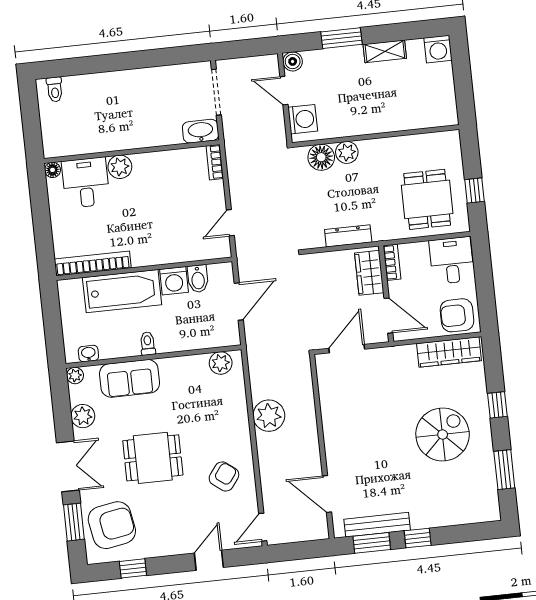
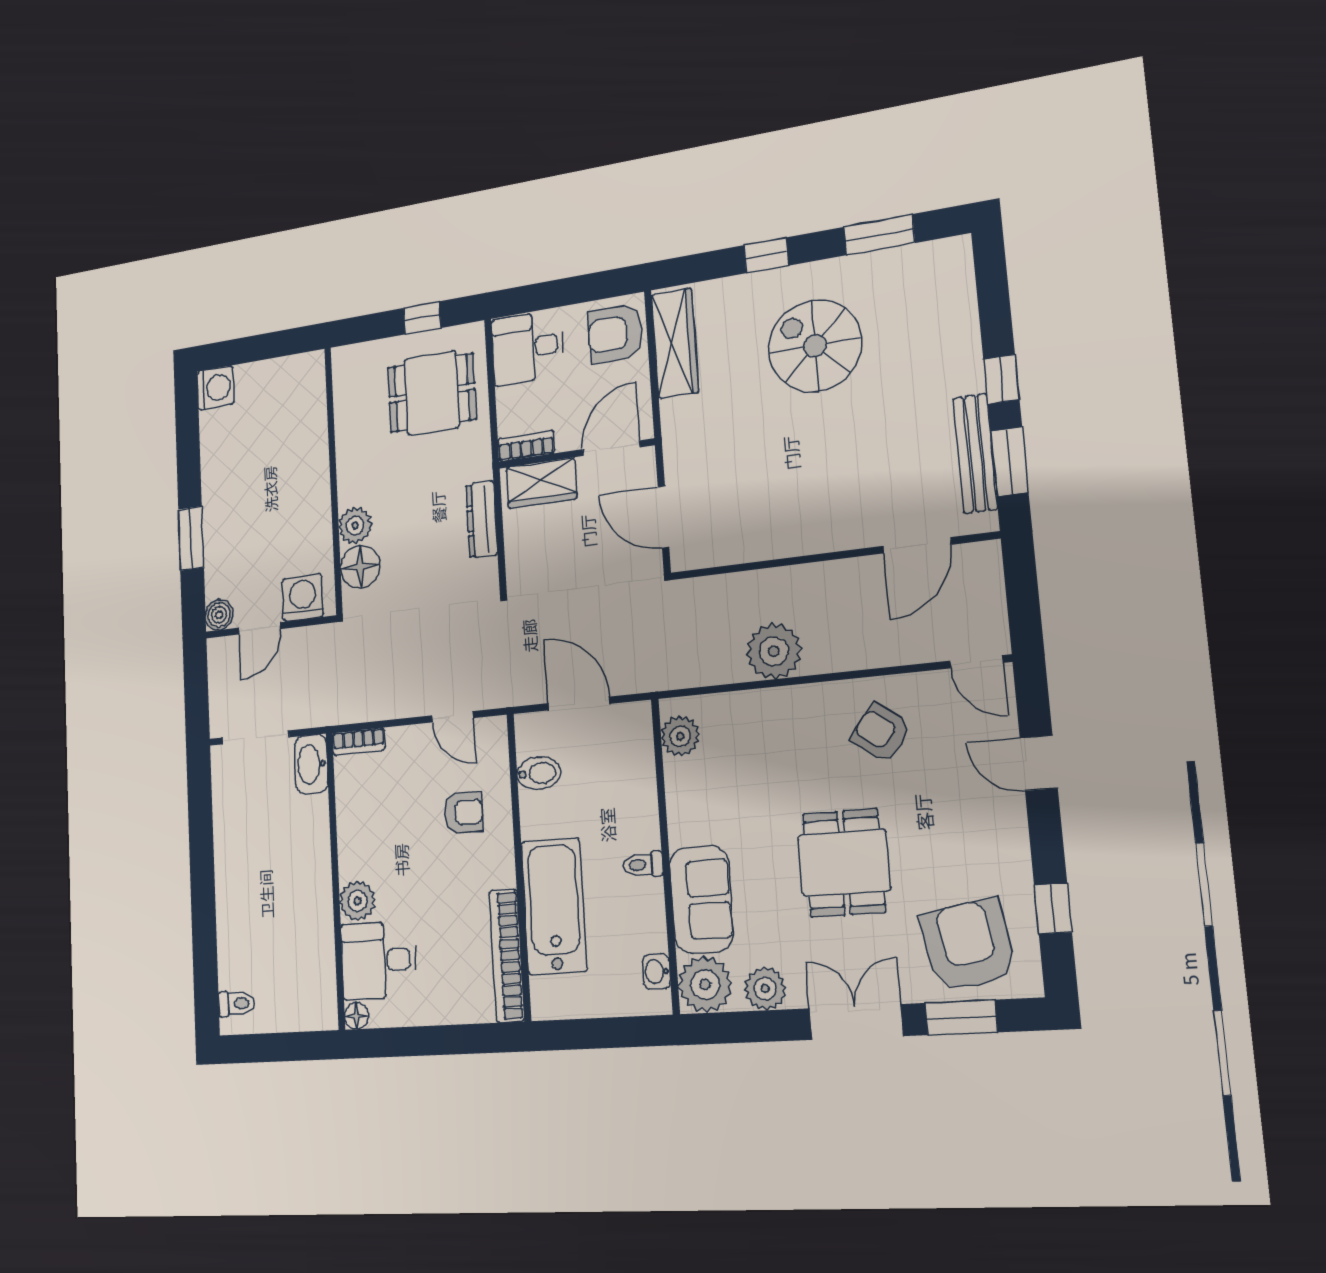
shelving: (385, 51) -> (214, 470), removed
armchair: (174, 232) -> (463, 813), added
washing machine: (174, 281) -> (541, 815), removed
armchair: (457, 315) -> (615, 334), turned 90
plant: (75, 376) -> (705, 984), width x1.88, depth x1.88

